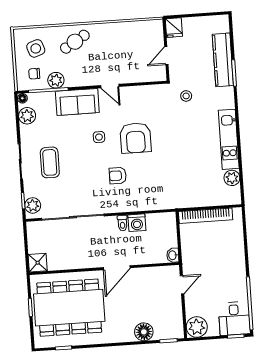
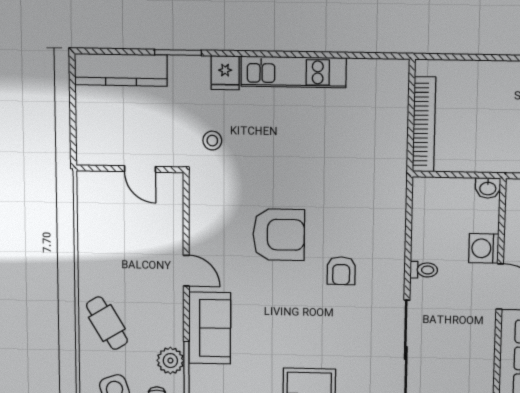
fridge: (174, 28) -> (225, 73), moved, turned 90
kitchen counter: (223, 60) -> (121, 70), moved
door: (110, 86) -> (186, 271), hinge flipped
side table: (99, 137) -> (272, 297), removed
plant: (232, 178) -> (362, 72), removed
washing machine: (137, 223) -> (484, 248), moved, turned 180

